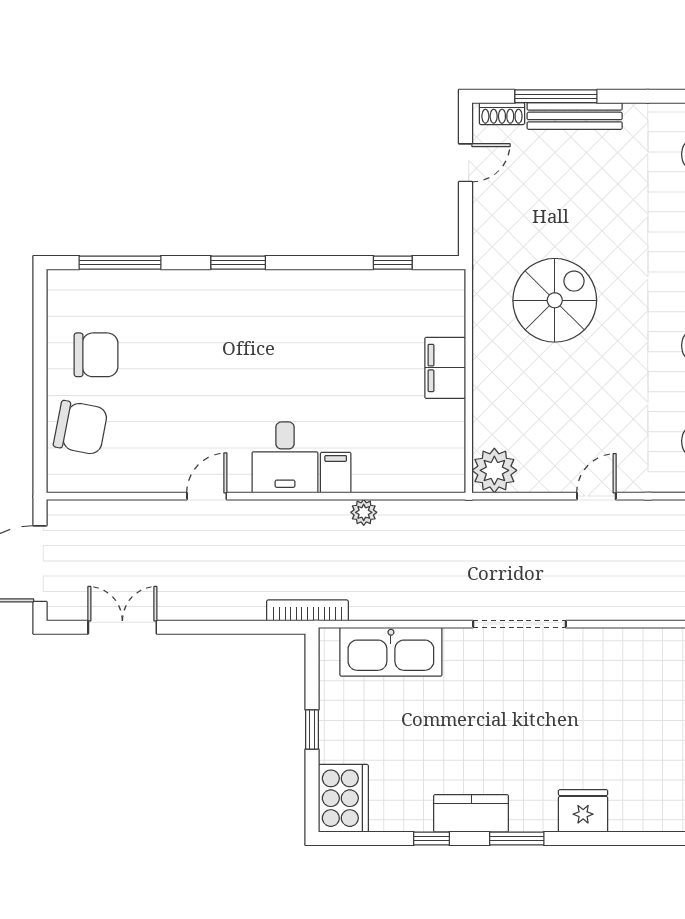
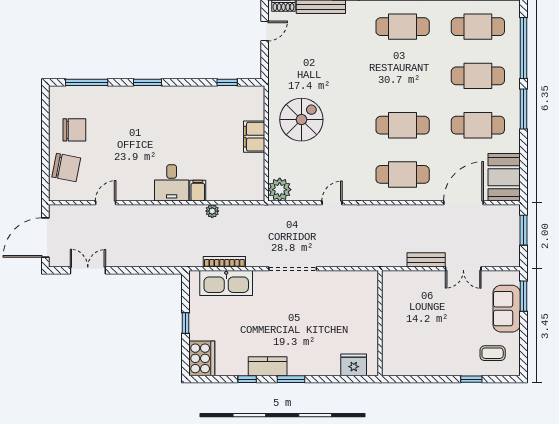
spiral stairs: (555, 300) -> (301, 120), moved
door: (207, 496) -> (106, 203), moved
bookcase: (307, 610) -> (224, 262), moved
fridge: (583, 811) -> (354, 365), moved

